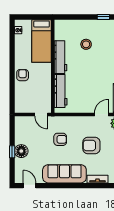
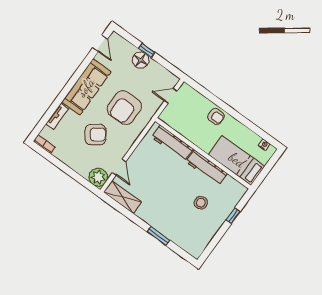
window: (103, 17) -> (233, 216), moved
door: (41, 114) -> (171, 96), moved
armchair: (60, 139) -> (124, 108), width x1.88, depth x1.88
armchair: (91, 145) -> (95, 135), turned 54
door: (30, 186) -> (100, 43), hinge flipped

